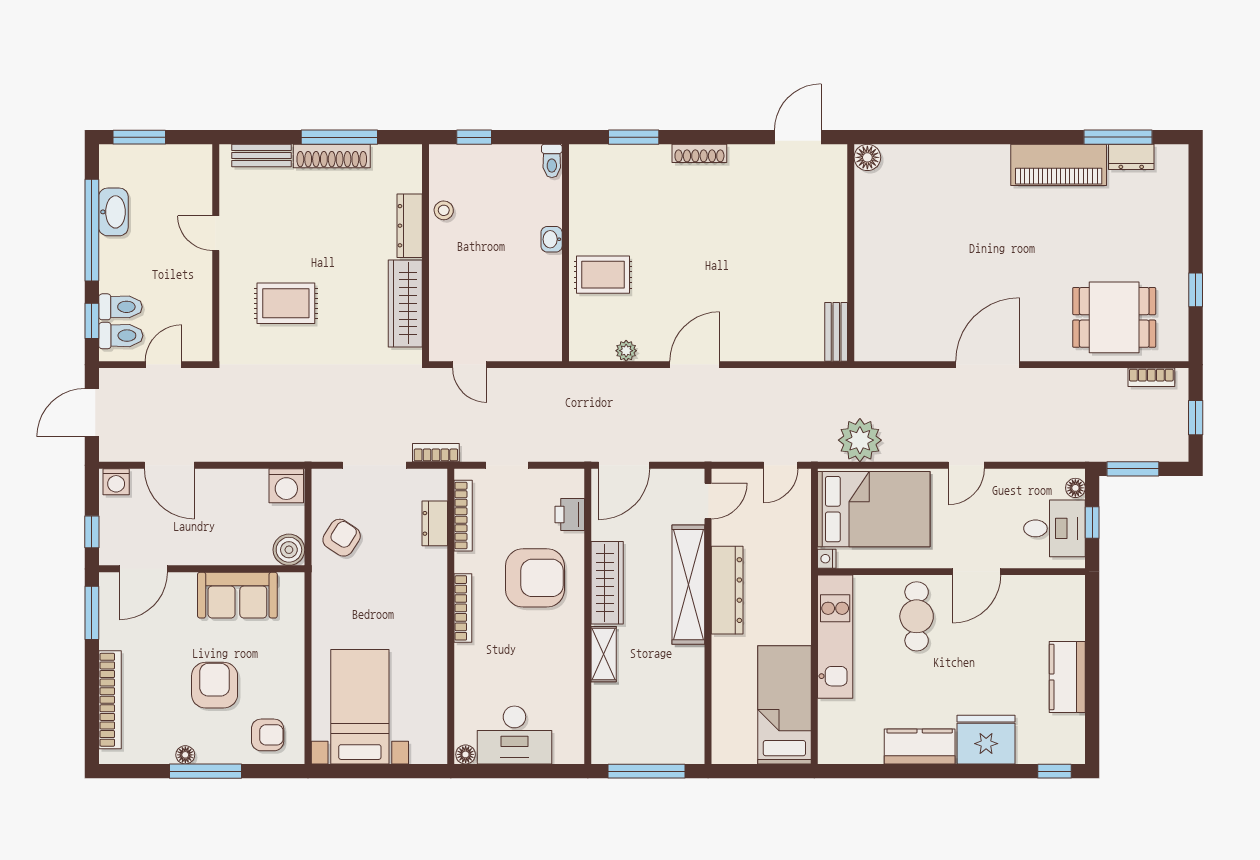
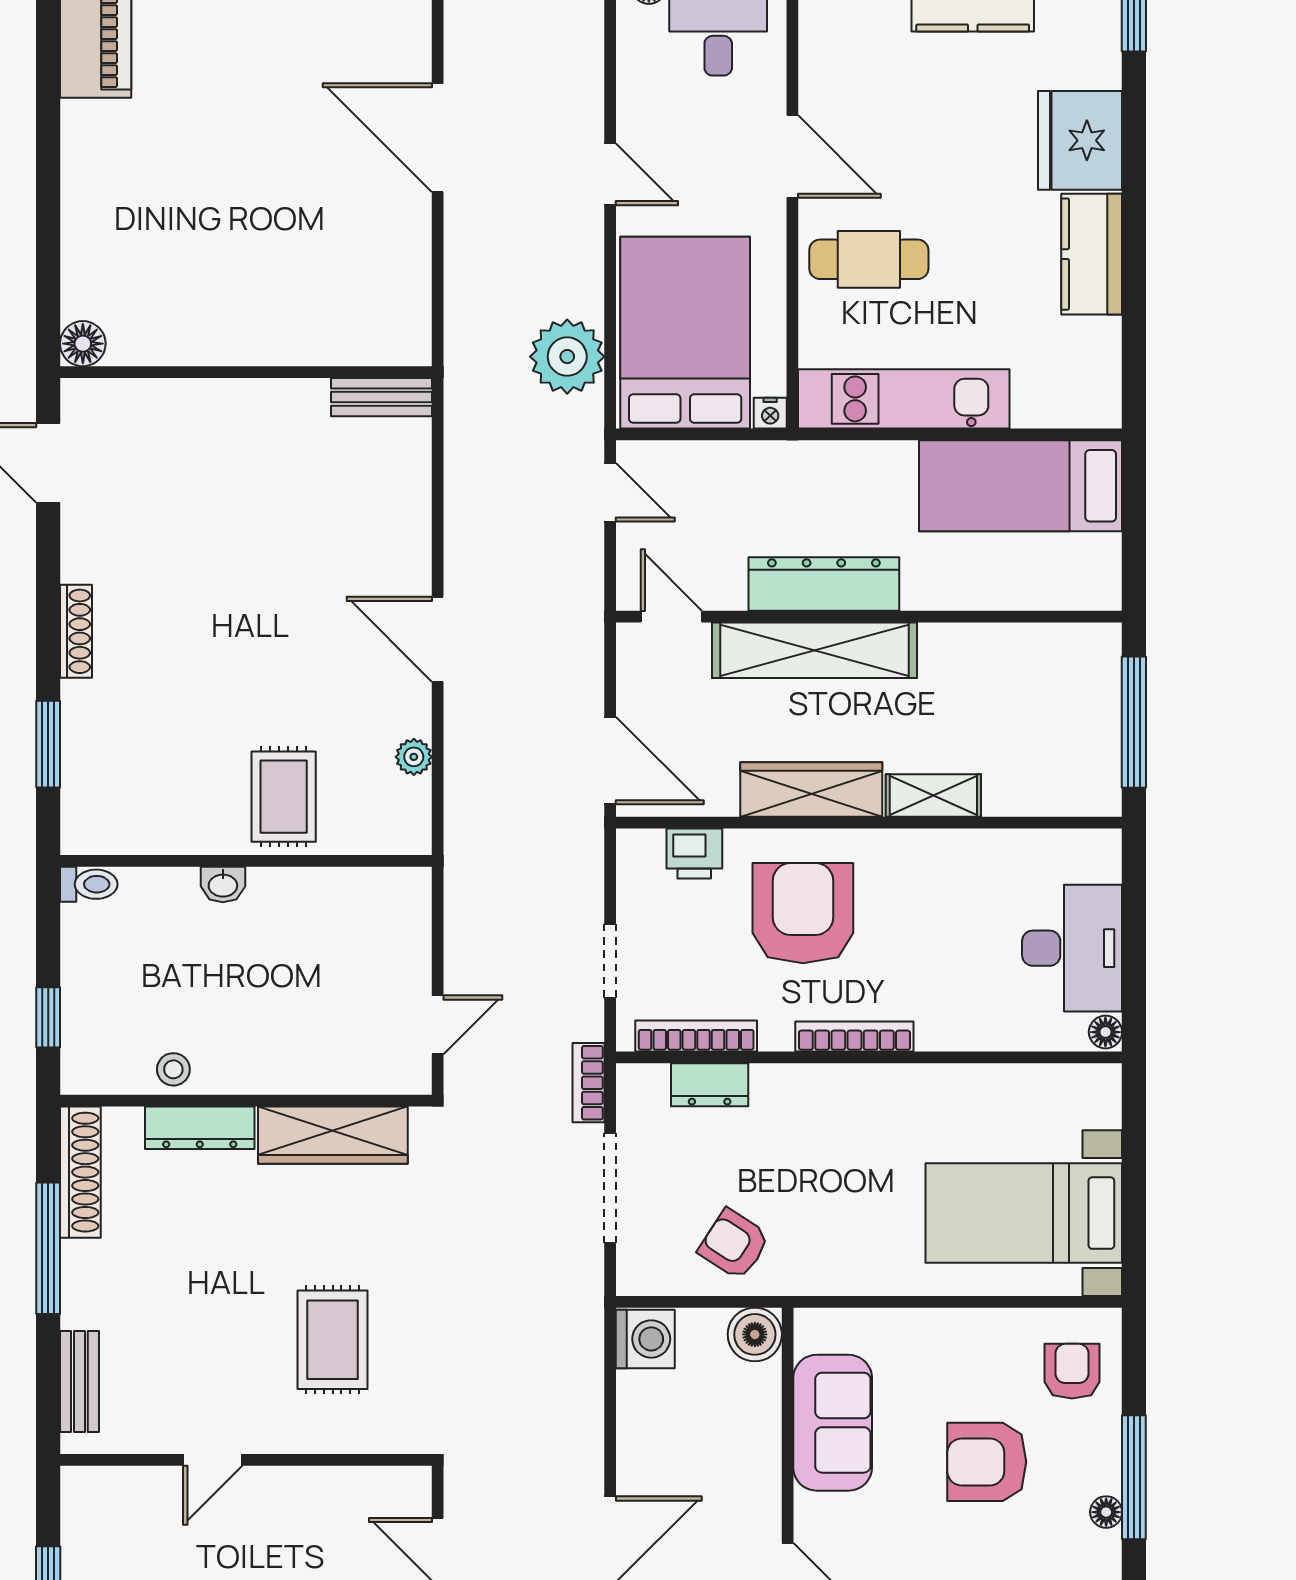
shoe rack: (332, 156) -> (80, 1172), moved

